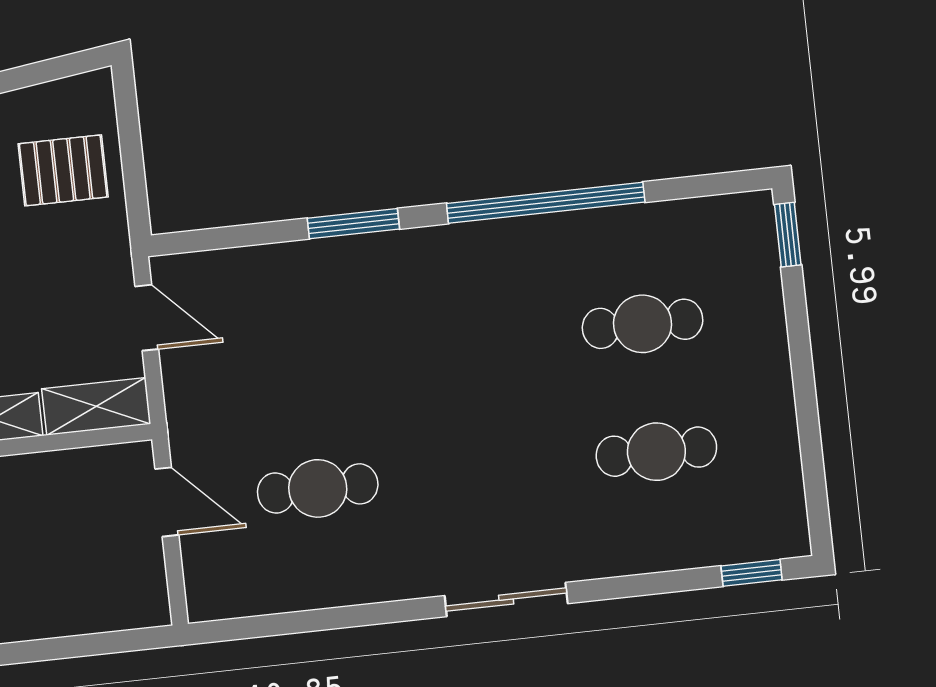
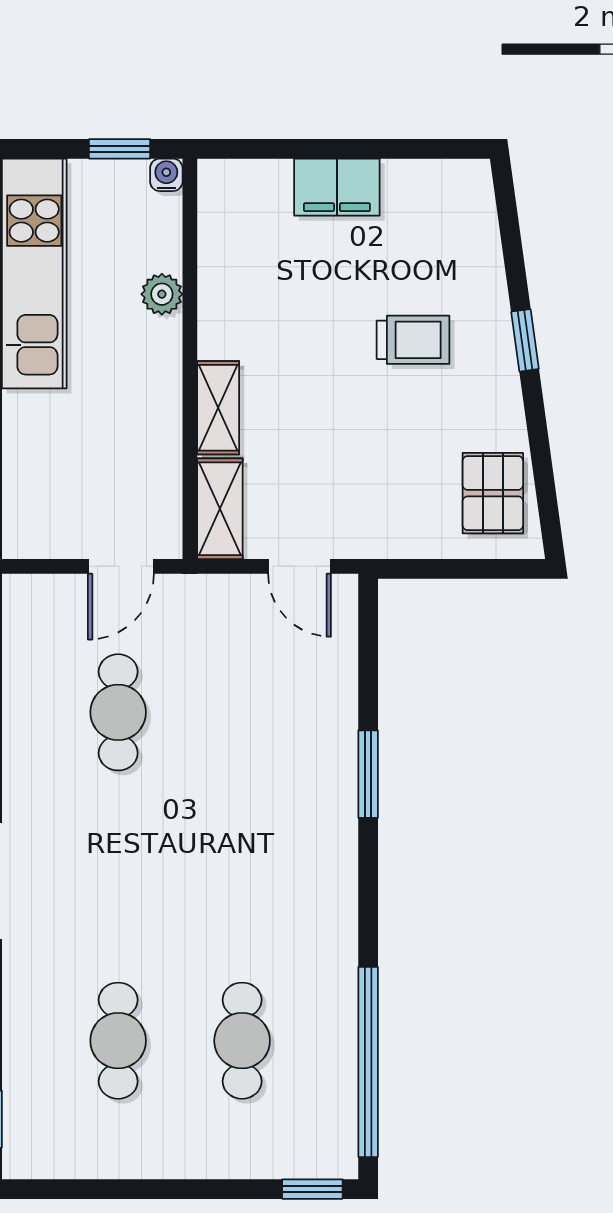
pallet: (63, 170) -> (493, 493), moved
window: (546, 203) -> (368, 1062), moved
door: (147, 318) -> (300, 566), hinge flipped

